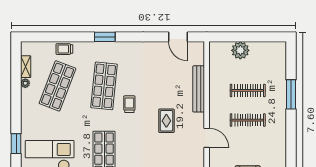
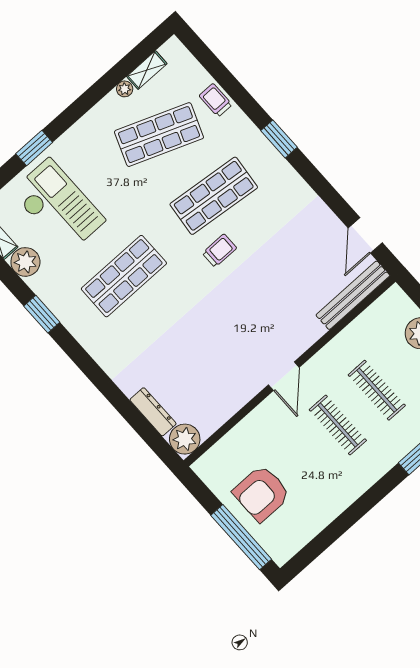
bench: (199, 89) -> (353, 295), moved
rug: (166, 121) -> (241, 319), removed
door: (207, 138) -> (284, 376), moved

